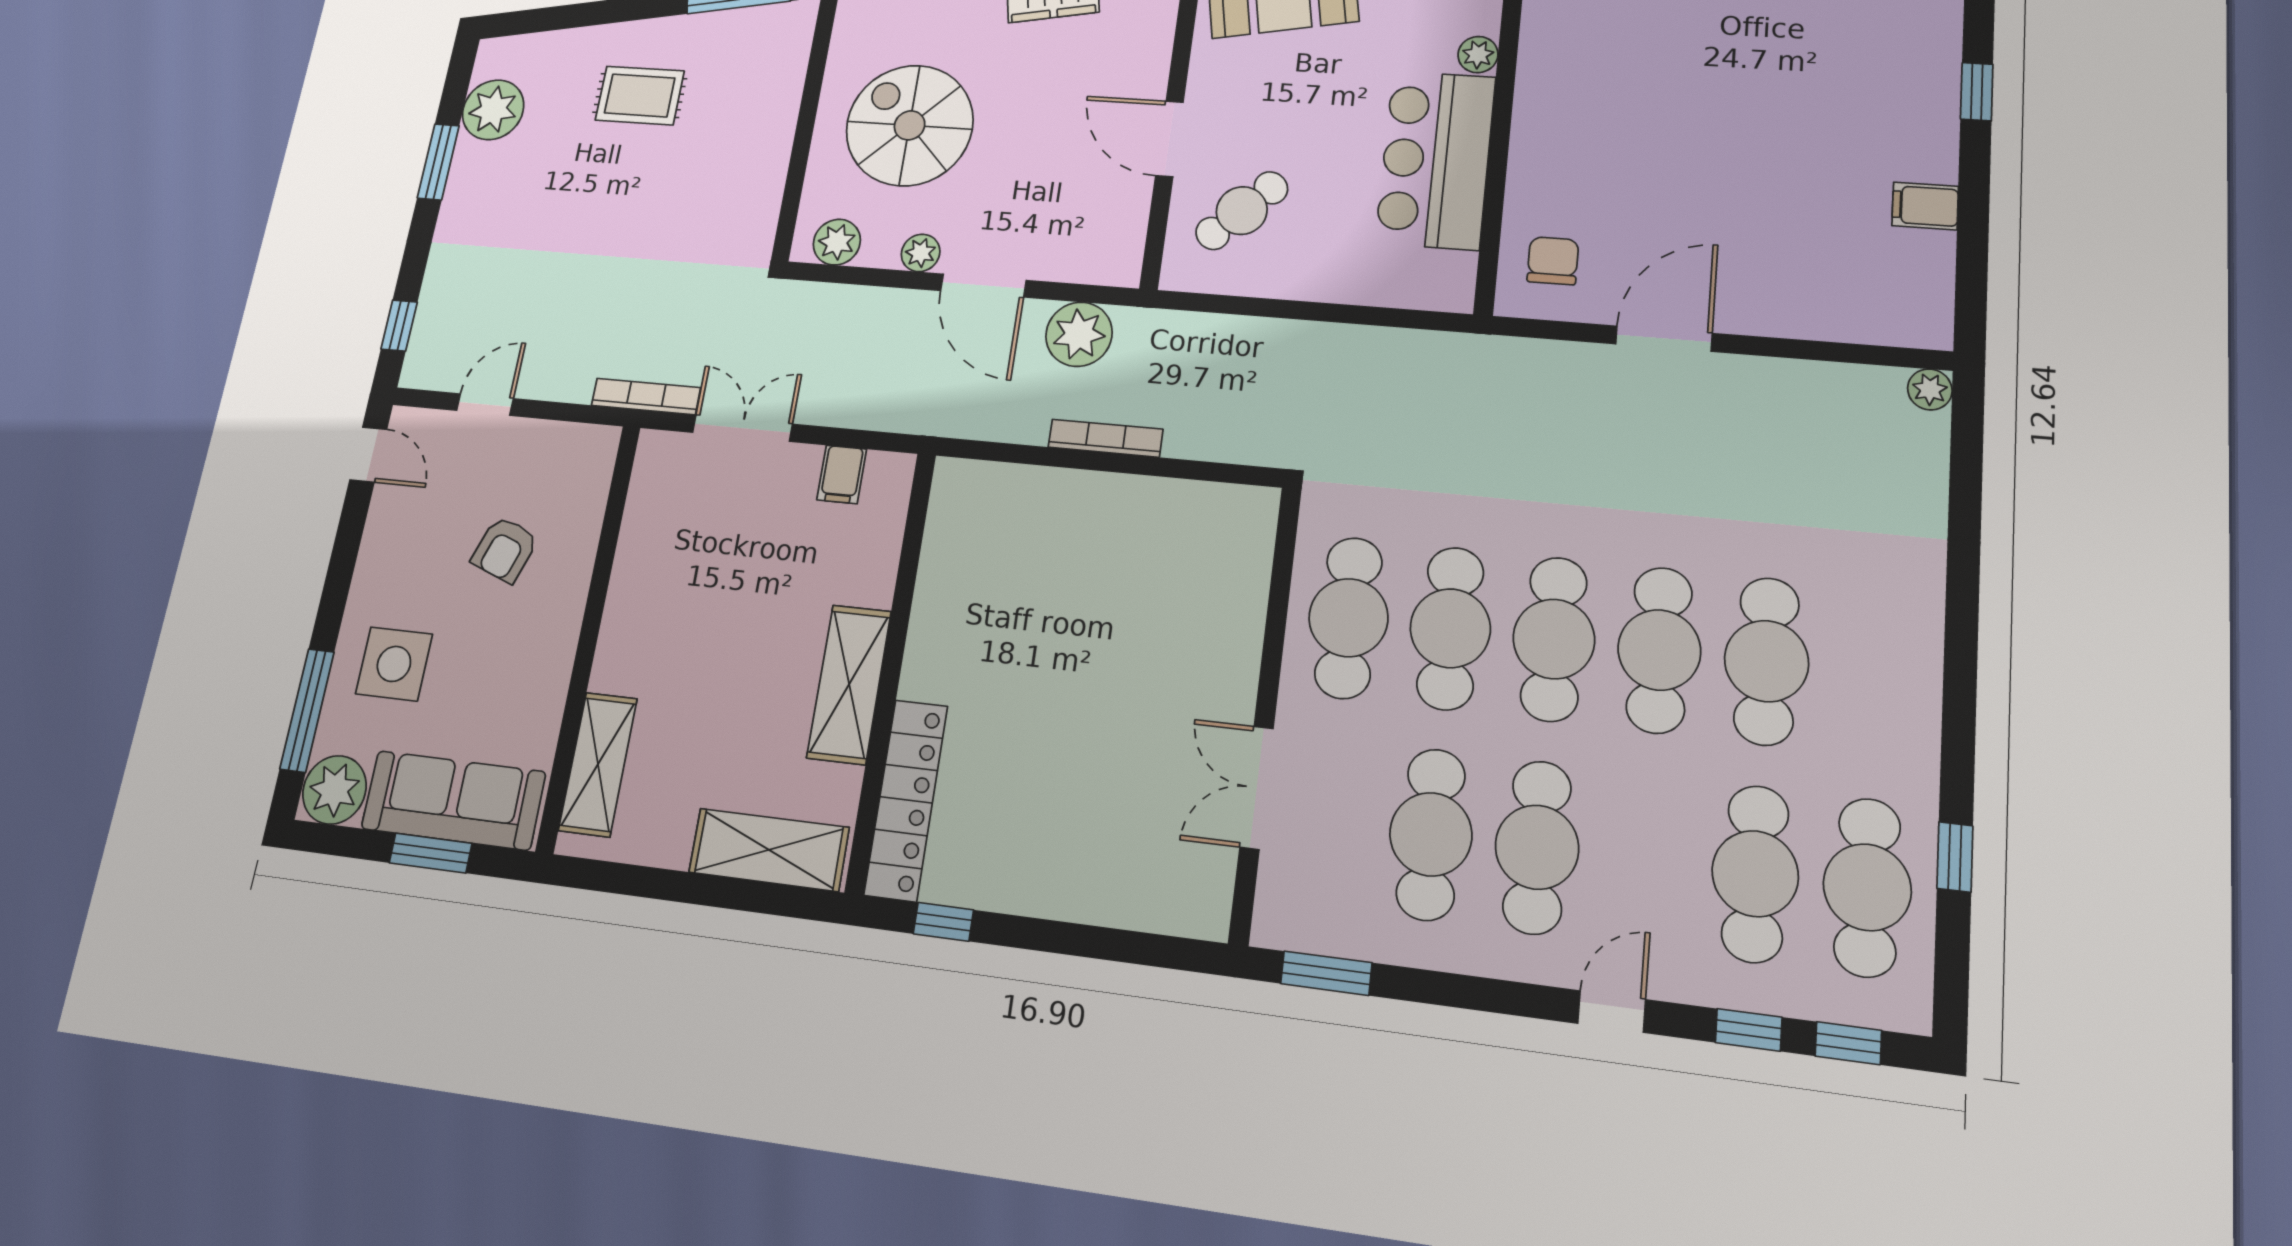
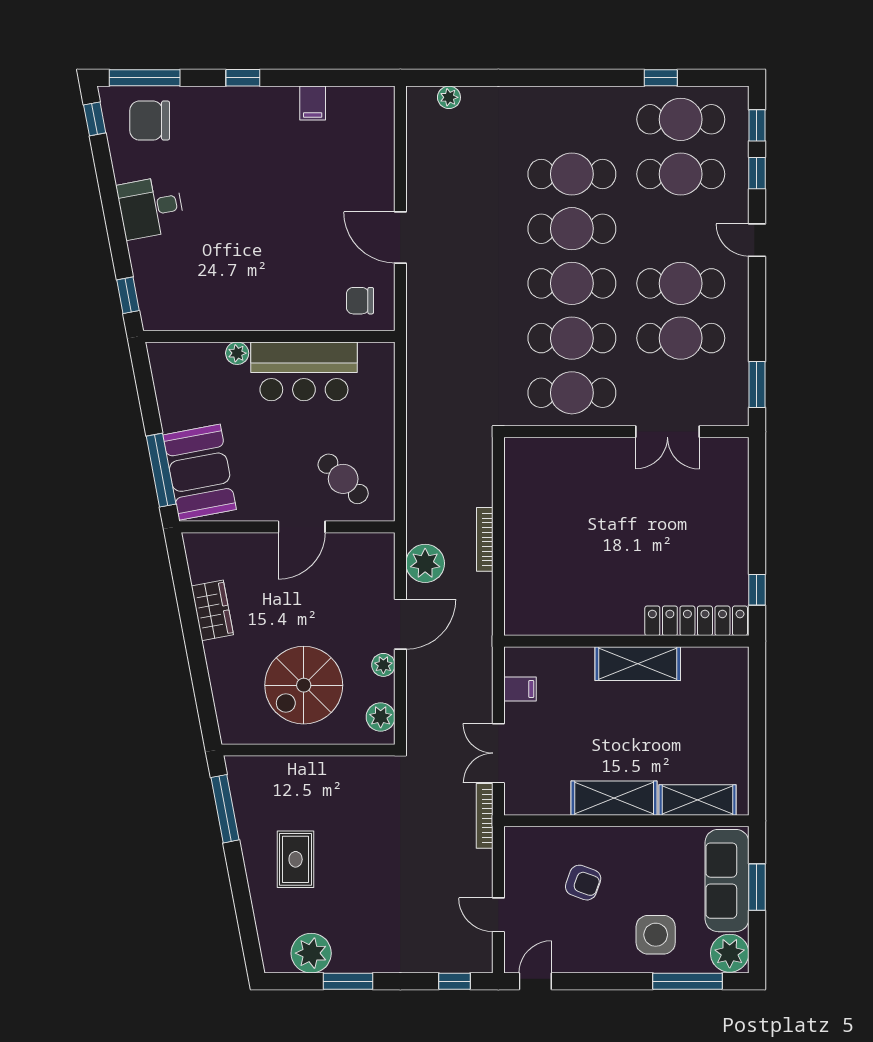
plant: (1930, 389) -> (449, 97), moved
shelving: (769, 850) -> (614, 798), moved, turned 90

